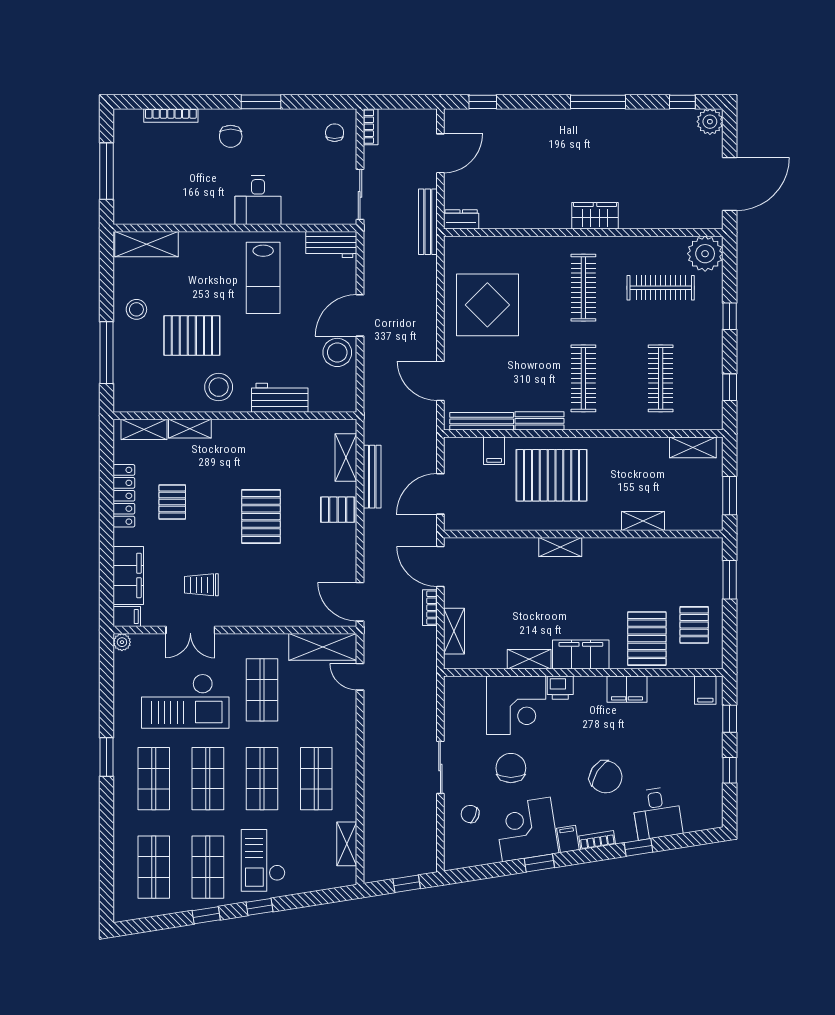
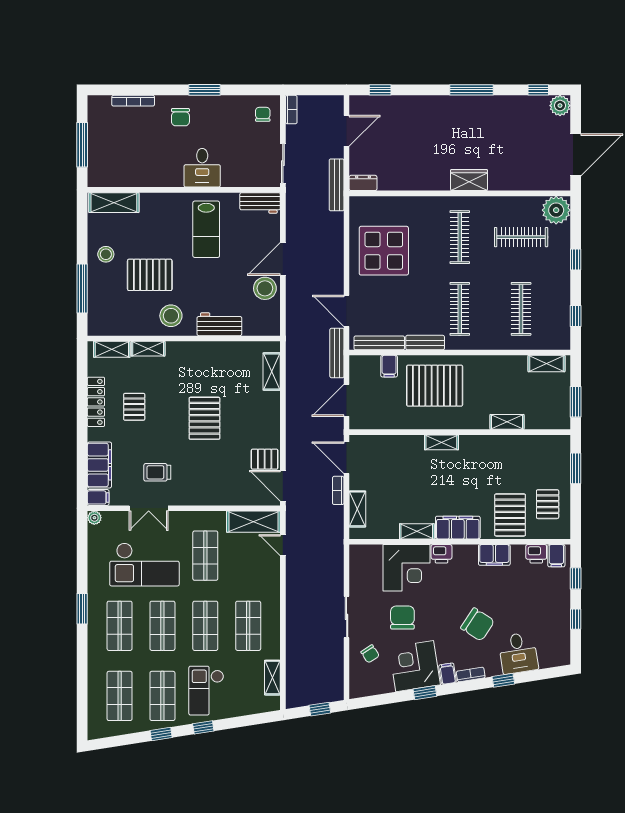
bench: (372, 477) -> (337, 353), moved
pallet: (338, 510) -> (265, 459), moved
printer: (680, 688) -> (536, 554), added
chair: (470, 814) -> (370, 654), turned -144

